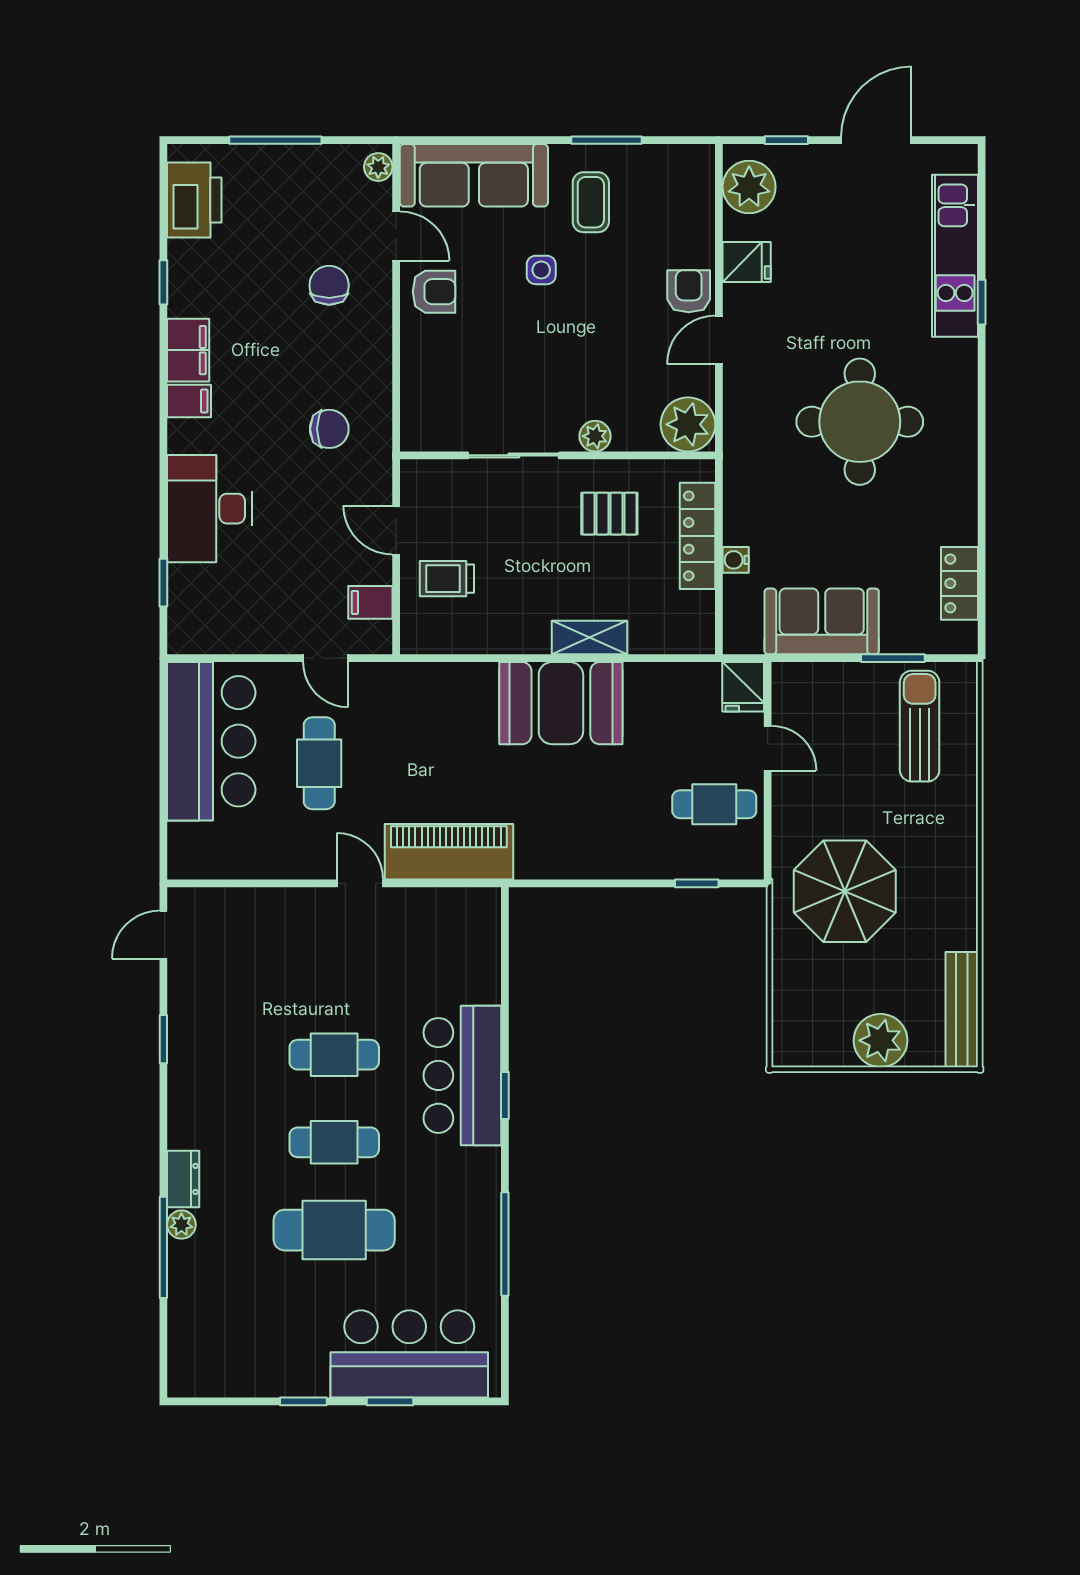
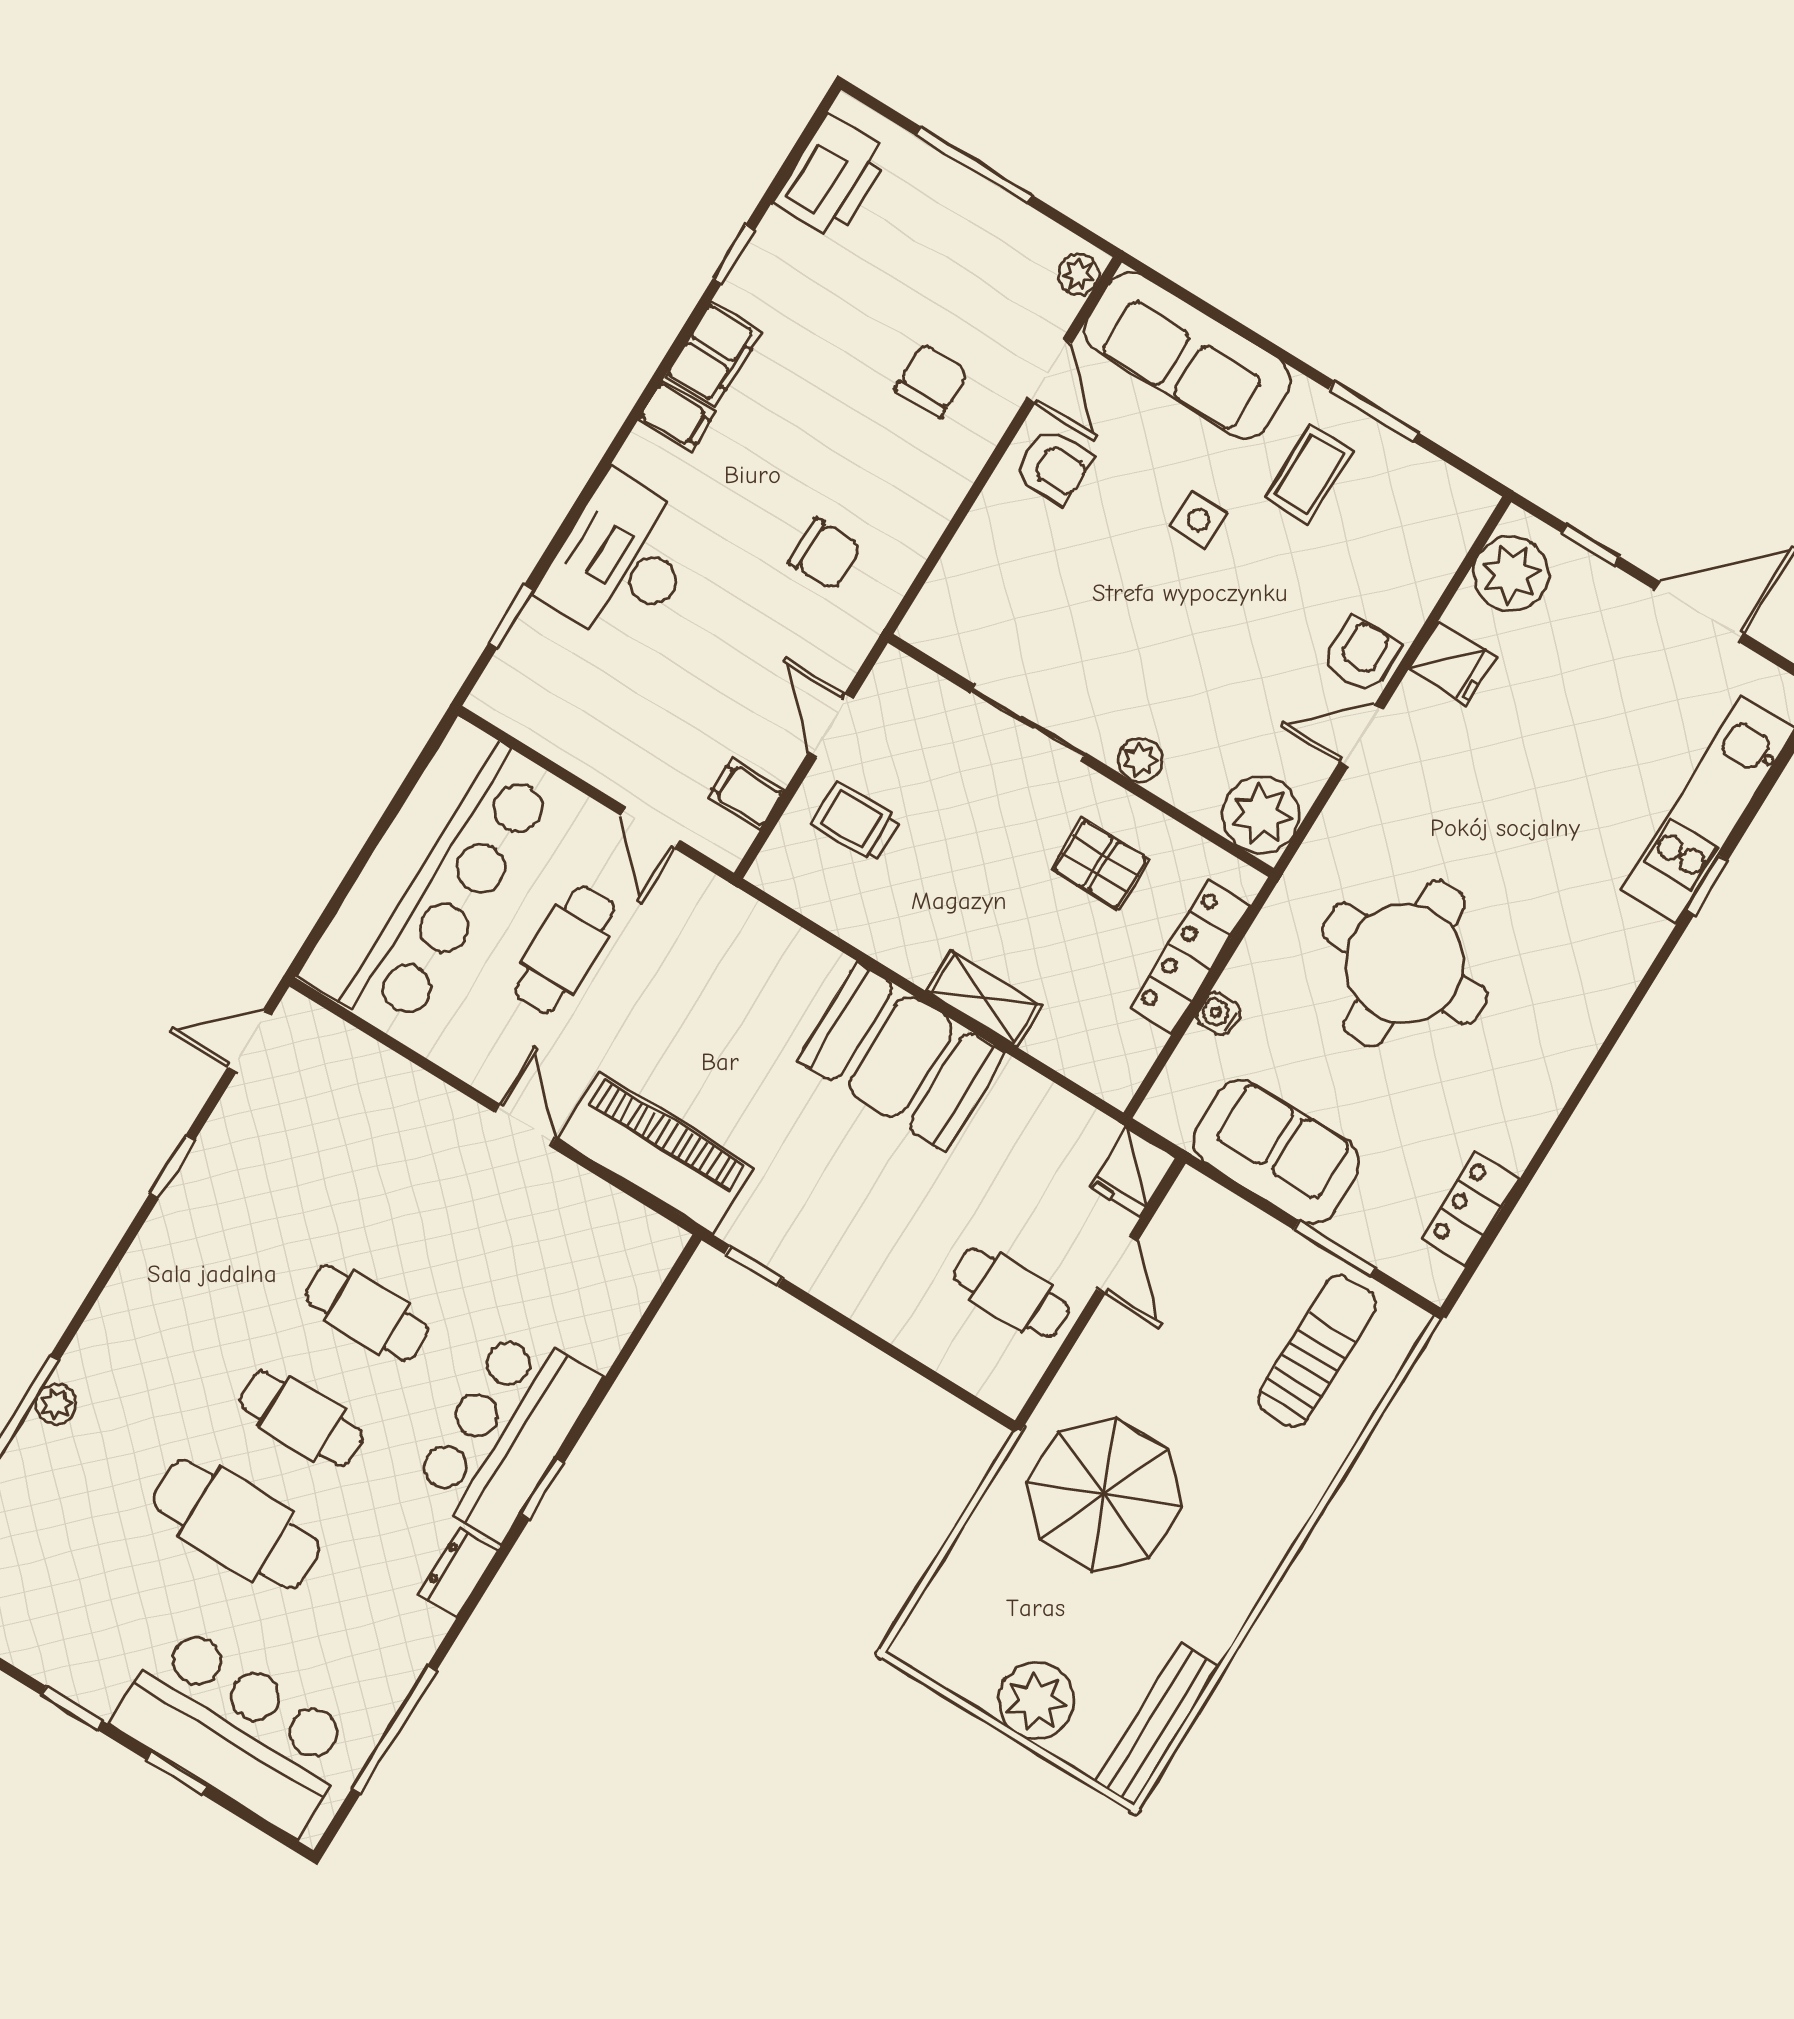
round table: (860, 422) -> (1405, 963), moved
bar counter: (211, 741) -> (429, 878), width x1.36
window: (697, 883) -> (754, 1266), moved
dresser: (183, 1179) -> (458, 1572), moved, turned 180
window: (505, 1244) -> (394, 1730), moved

